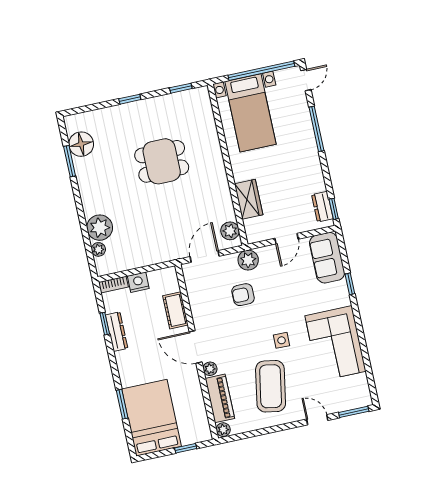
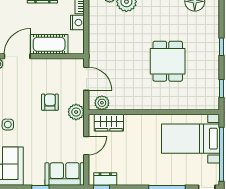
wardrobe: (249, 199) -> (109, 123), moved
door: (286, 239) -> (86, 146), swing flipped
cot: (175, 310) -> (49, 44), width x1.37, depth x1.34

